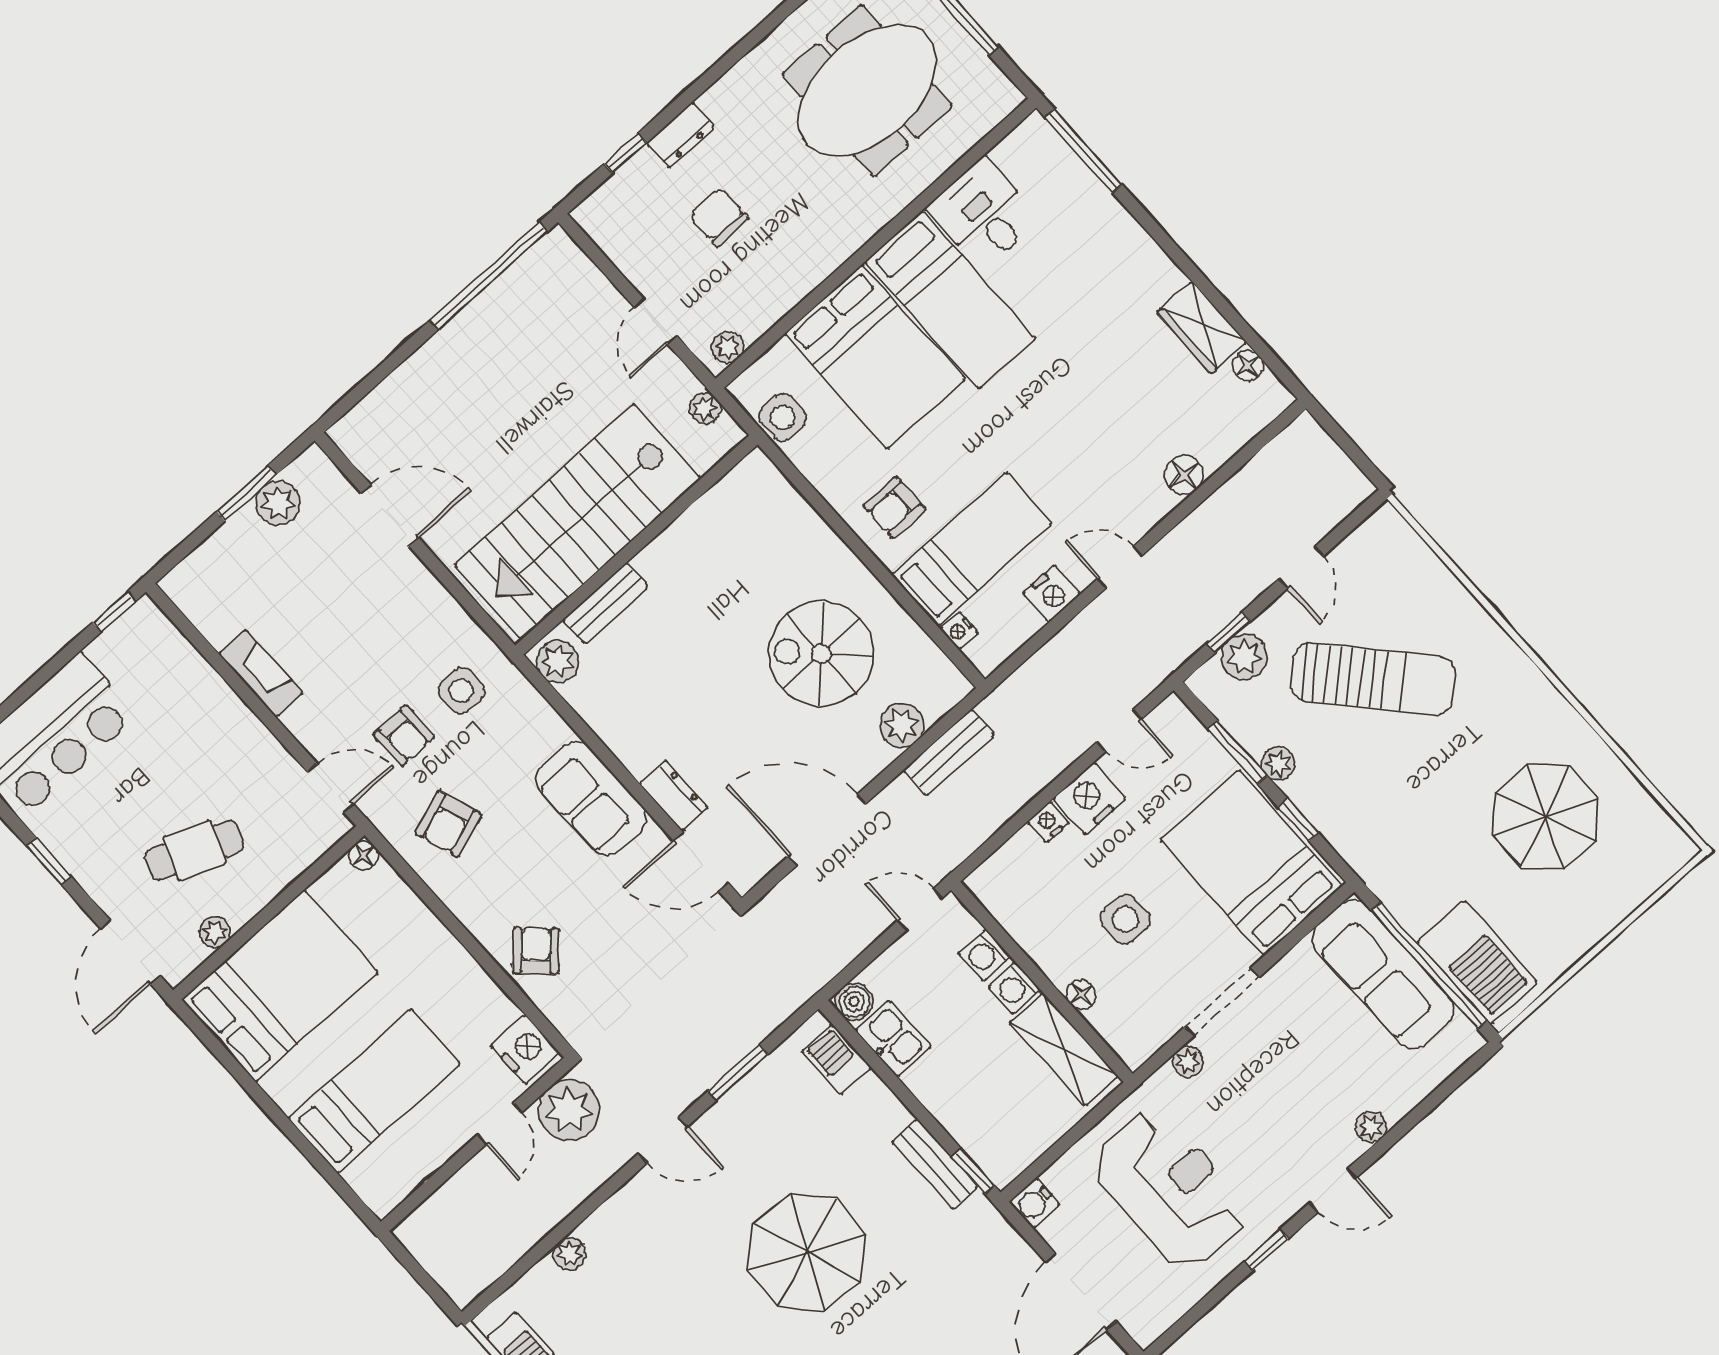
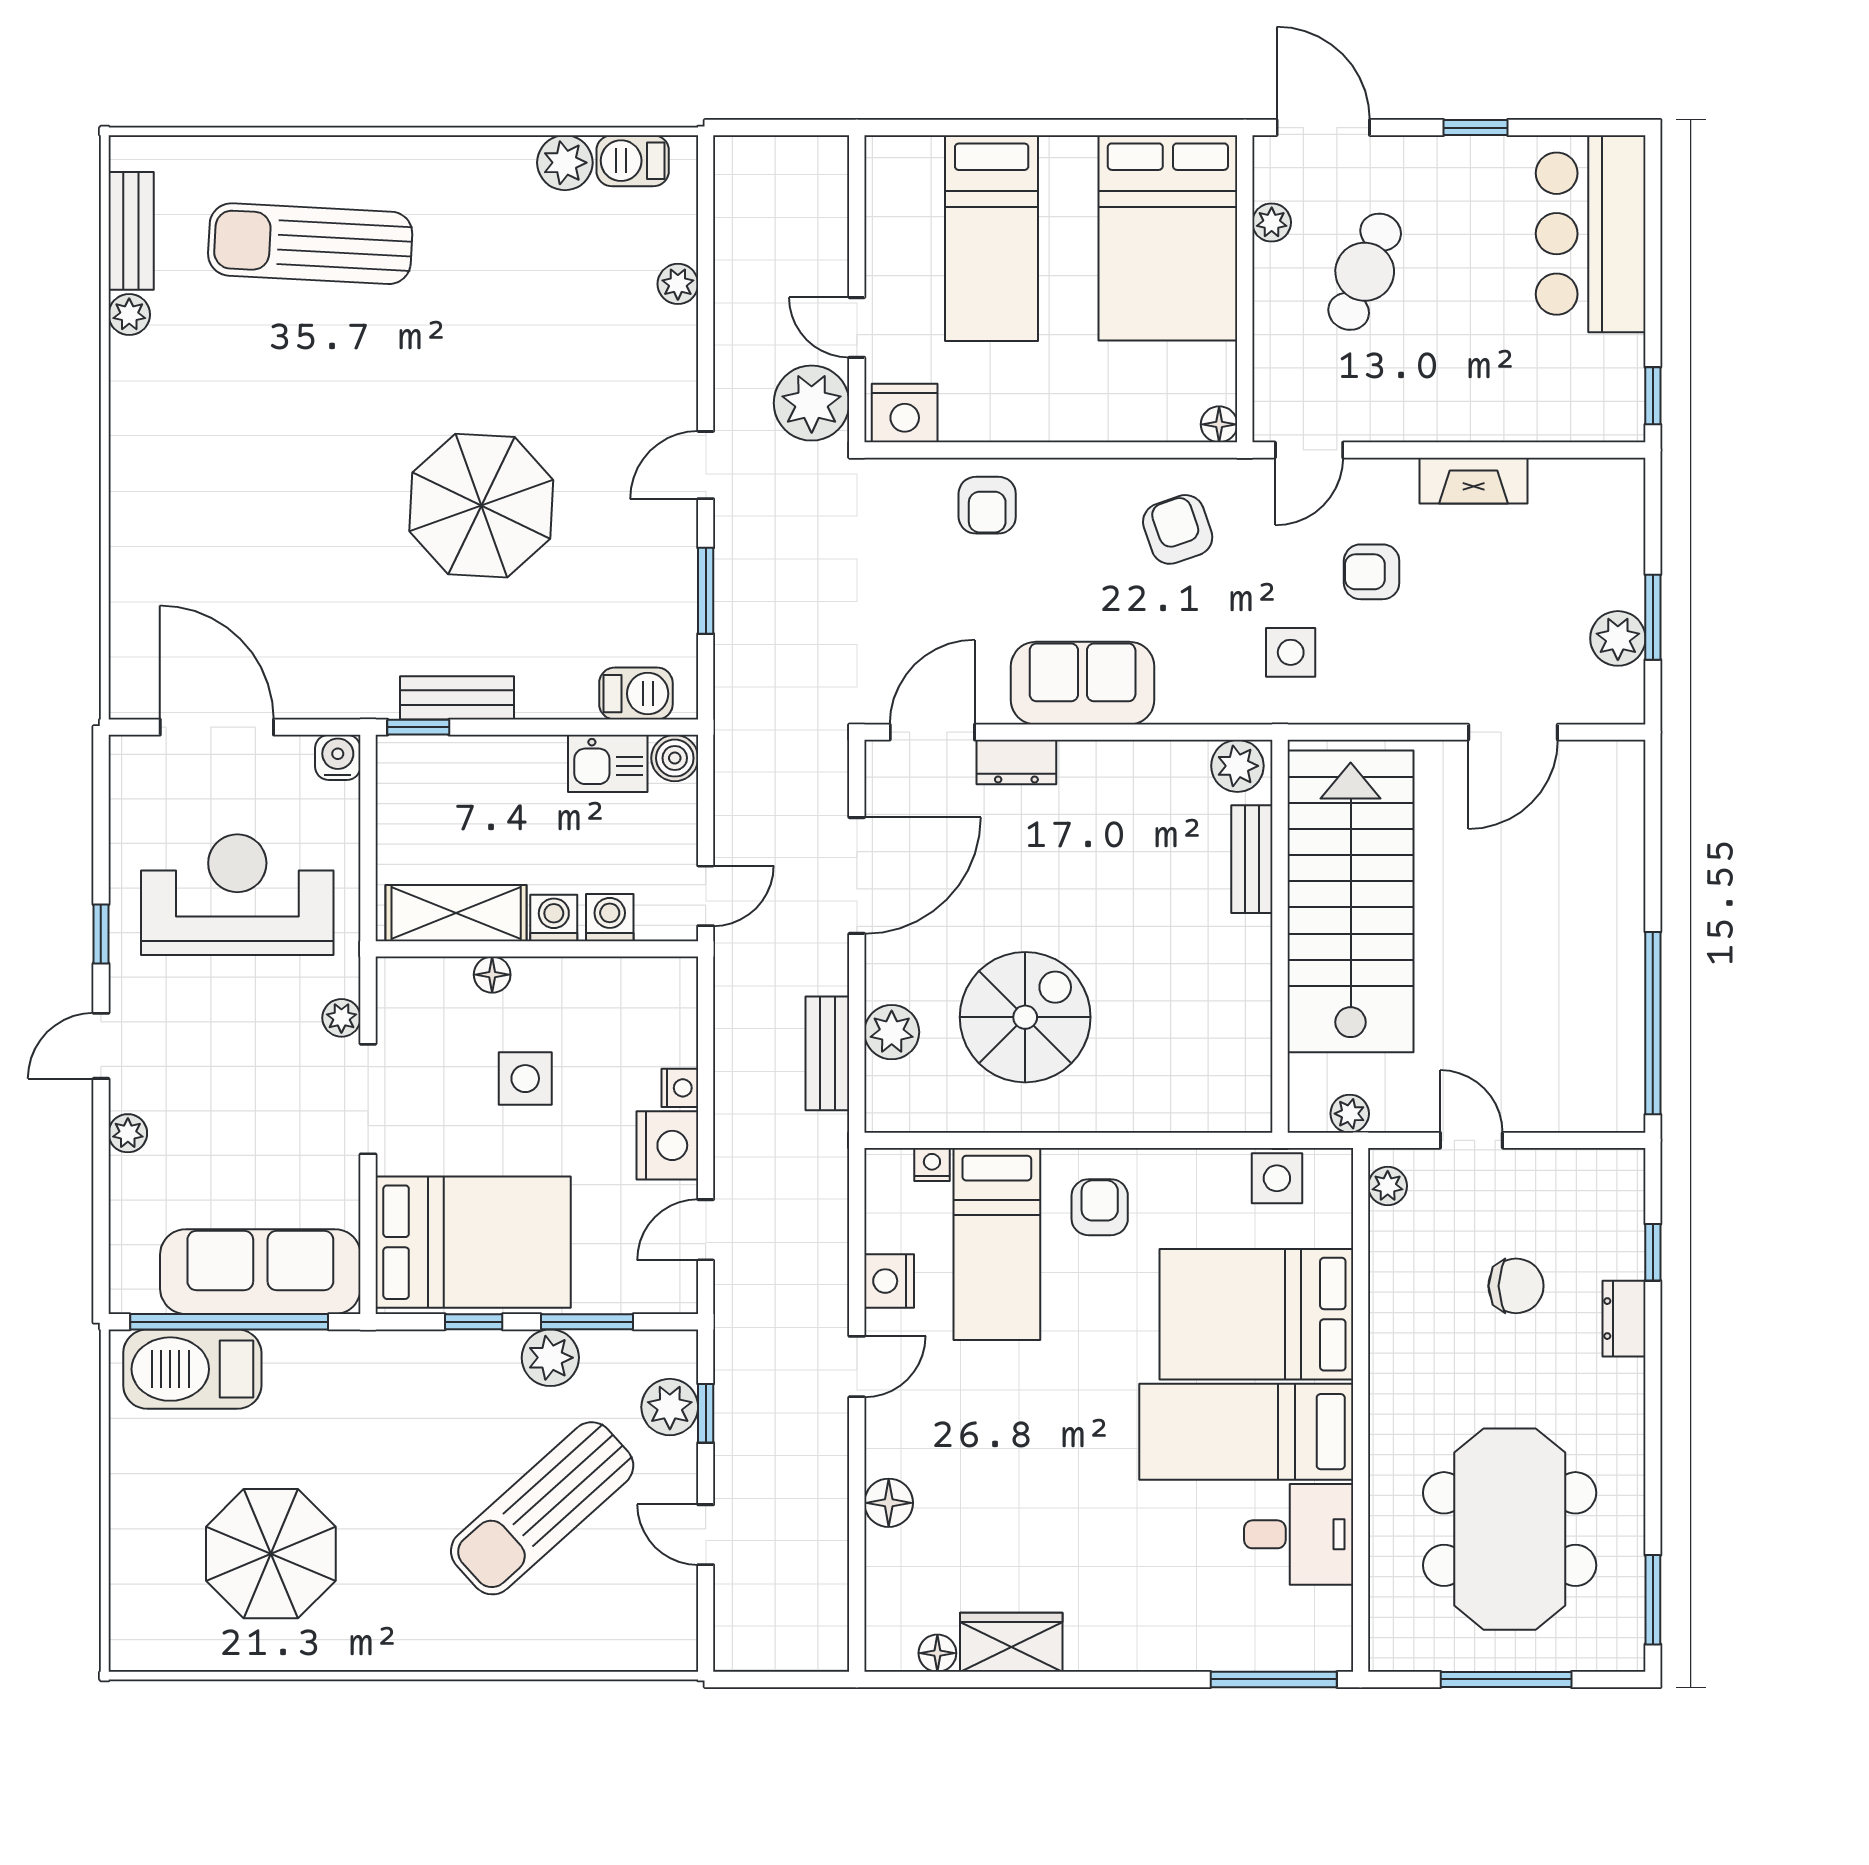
armchair: (404, 736) -> (1372, 572), moved
plant: (1278, 764) -> (550, 1358), width x1.38, depth x1.38
armchair: (536, 951) -> (987, 505), turned 47
reception desk: (1170, 1190) -> (237, 895), turned 180

